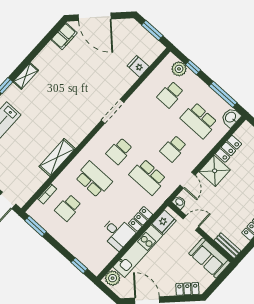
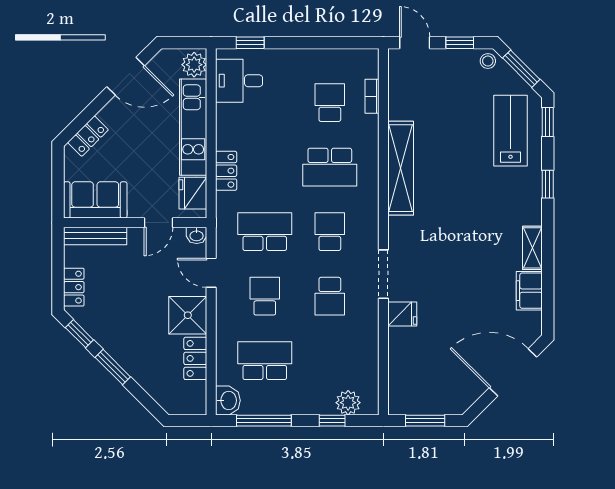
filing cabinet: (64, 36) -> (529, 291), moved
fridge: (138, 66) -> (402, 314), moved
shelving: (26, 76) -> (532, 248), moved
school desk: (170, 95) -> (330, 296), moved, turned 180
shelving: (57, 157) -> (401, 168), width x1.47
window: (36, 226) -> (350, 43), removed
desk: (117, 233) -> (239, 81), moved
bench: (228, 246) -> (95, 236), width x1.36

